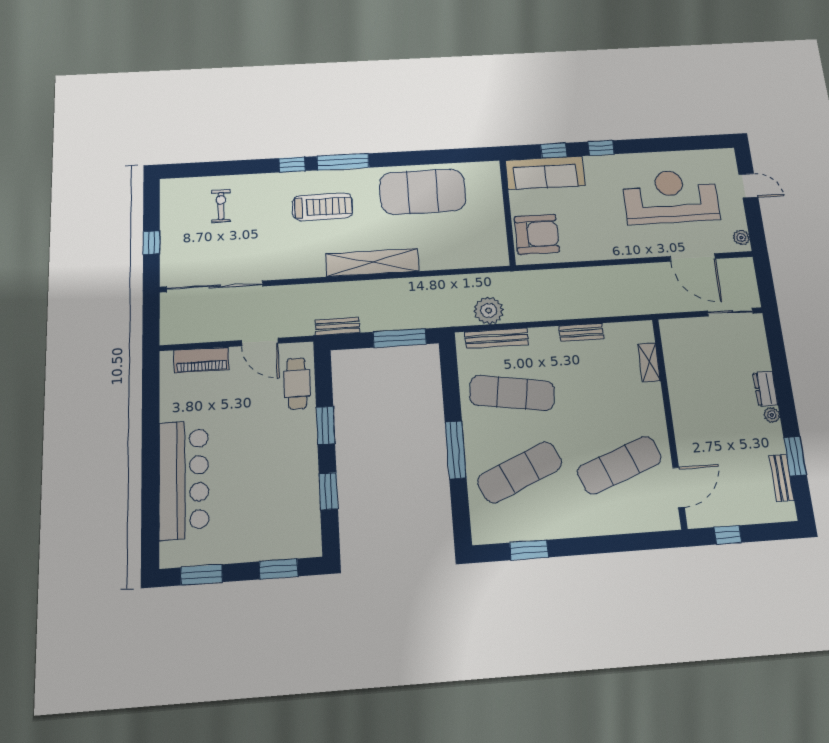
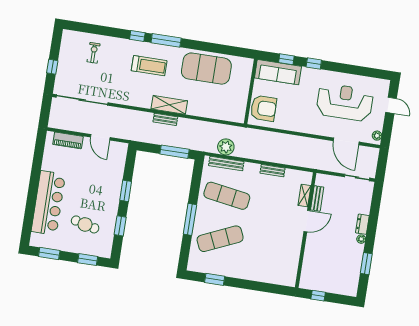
shelving: (372, 262) -> (169, 105), width x0.68
bench: (337, 326) -> (165, 119), moved
cafe table: (297, 383) -> (85, 224), moved, turned -76
exercise mat: (619, 465) -> (273, 247), removed
bench: (782, 478) -> (317, 198), moved
door: (679, 487) -> (307, 221), moved

